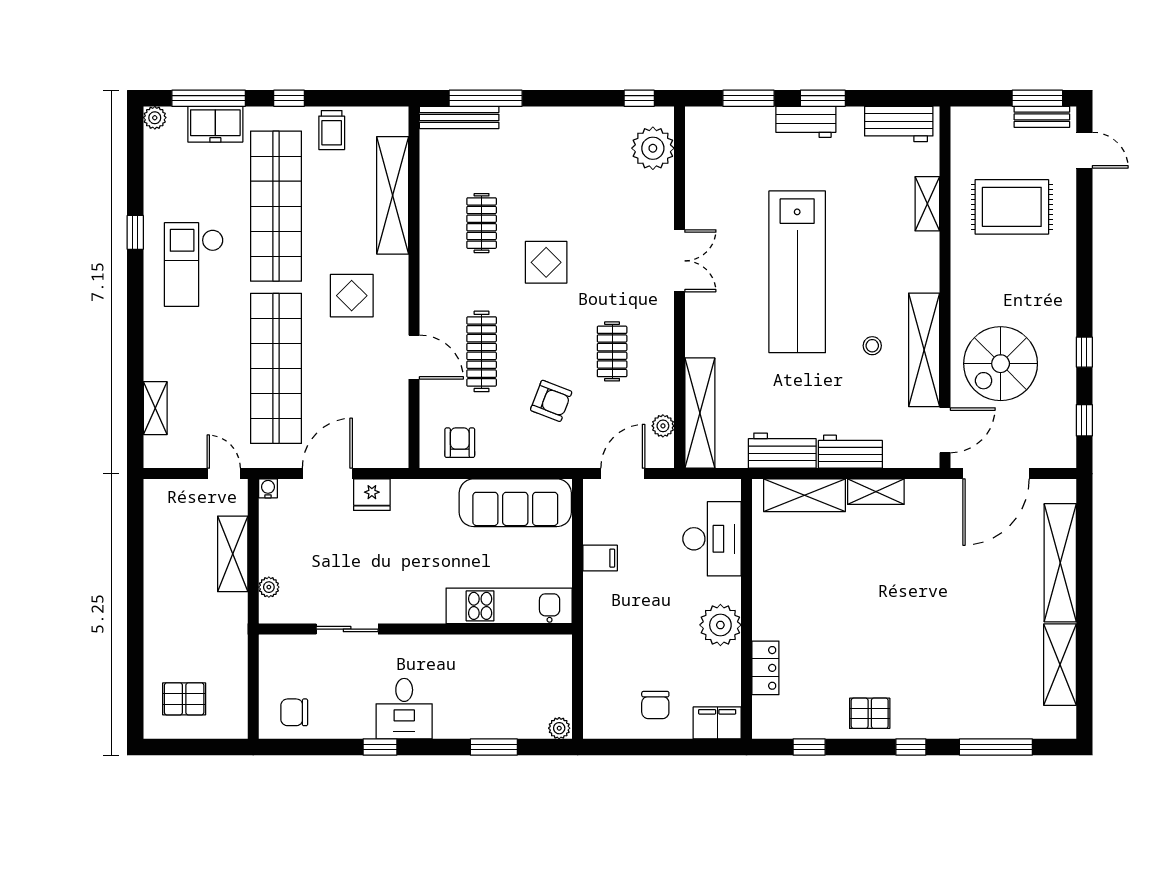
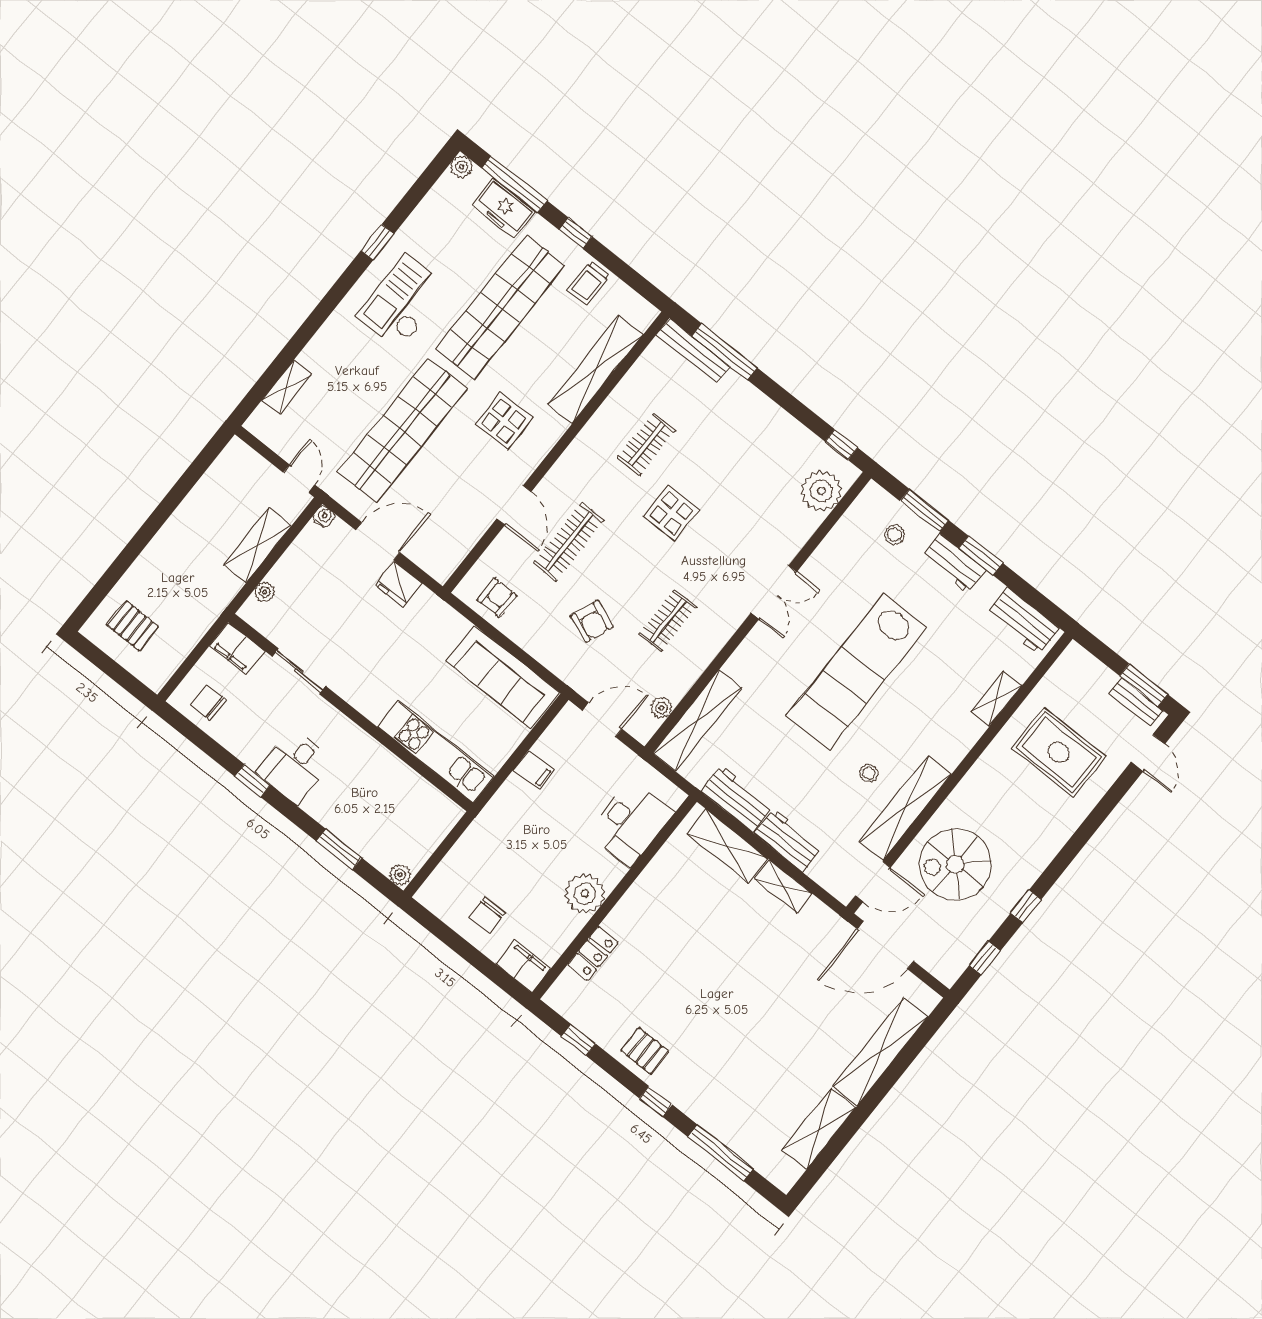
stool: (740, 137) -> (894, 535), added
filing cabinet: (282, 650) -> (237, 648), added

